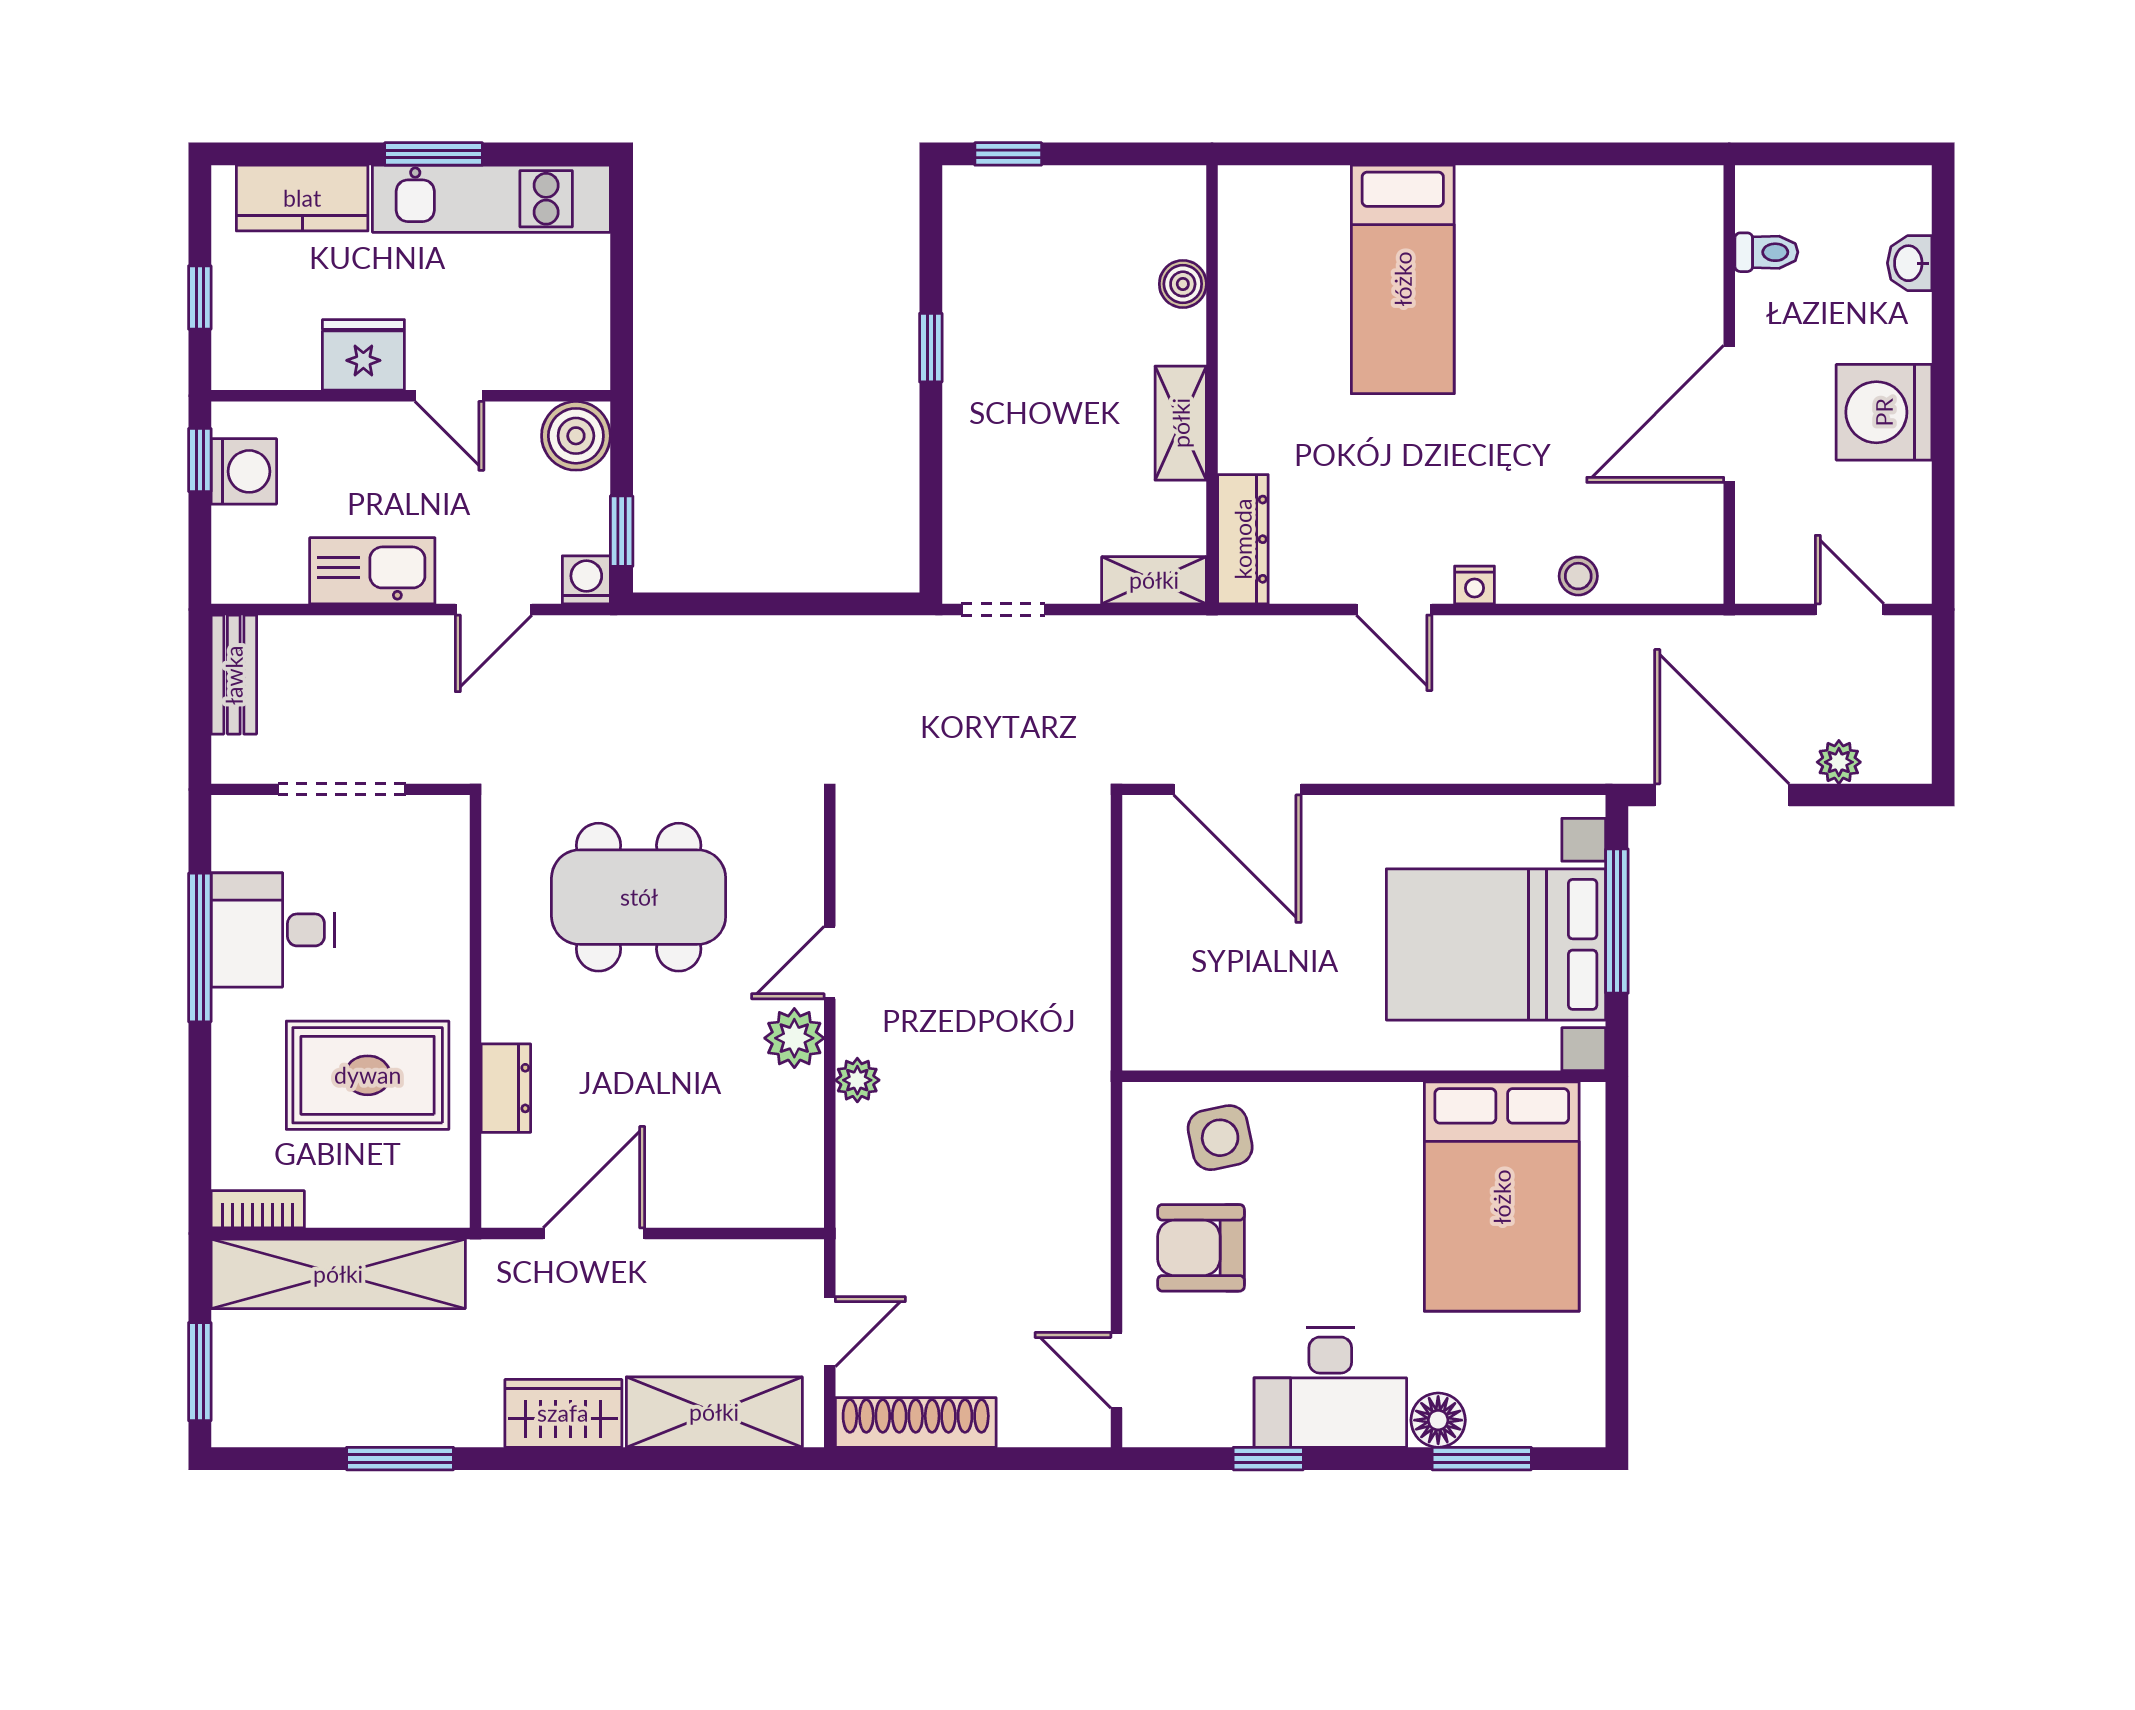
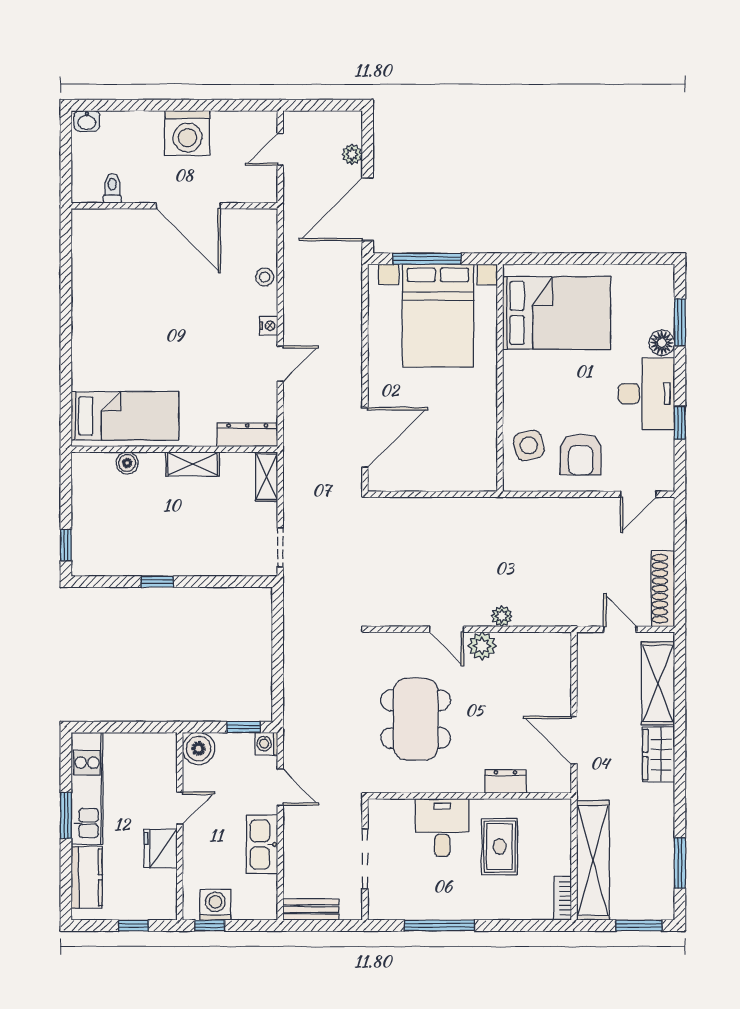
washbasin: (1910, 263) -> (87, 121), moved
bed: (1403, 279) -> (125, 416), moved
desk: (273, 930) -> (442, 828), moved, turned 180
rug: (368, 1075) -> (499, 847), width x0.73, depth x0.70
window: (400, 1459) -> (680, 863), moved

